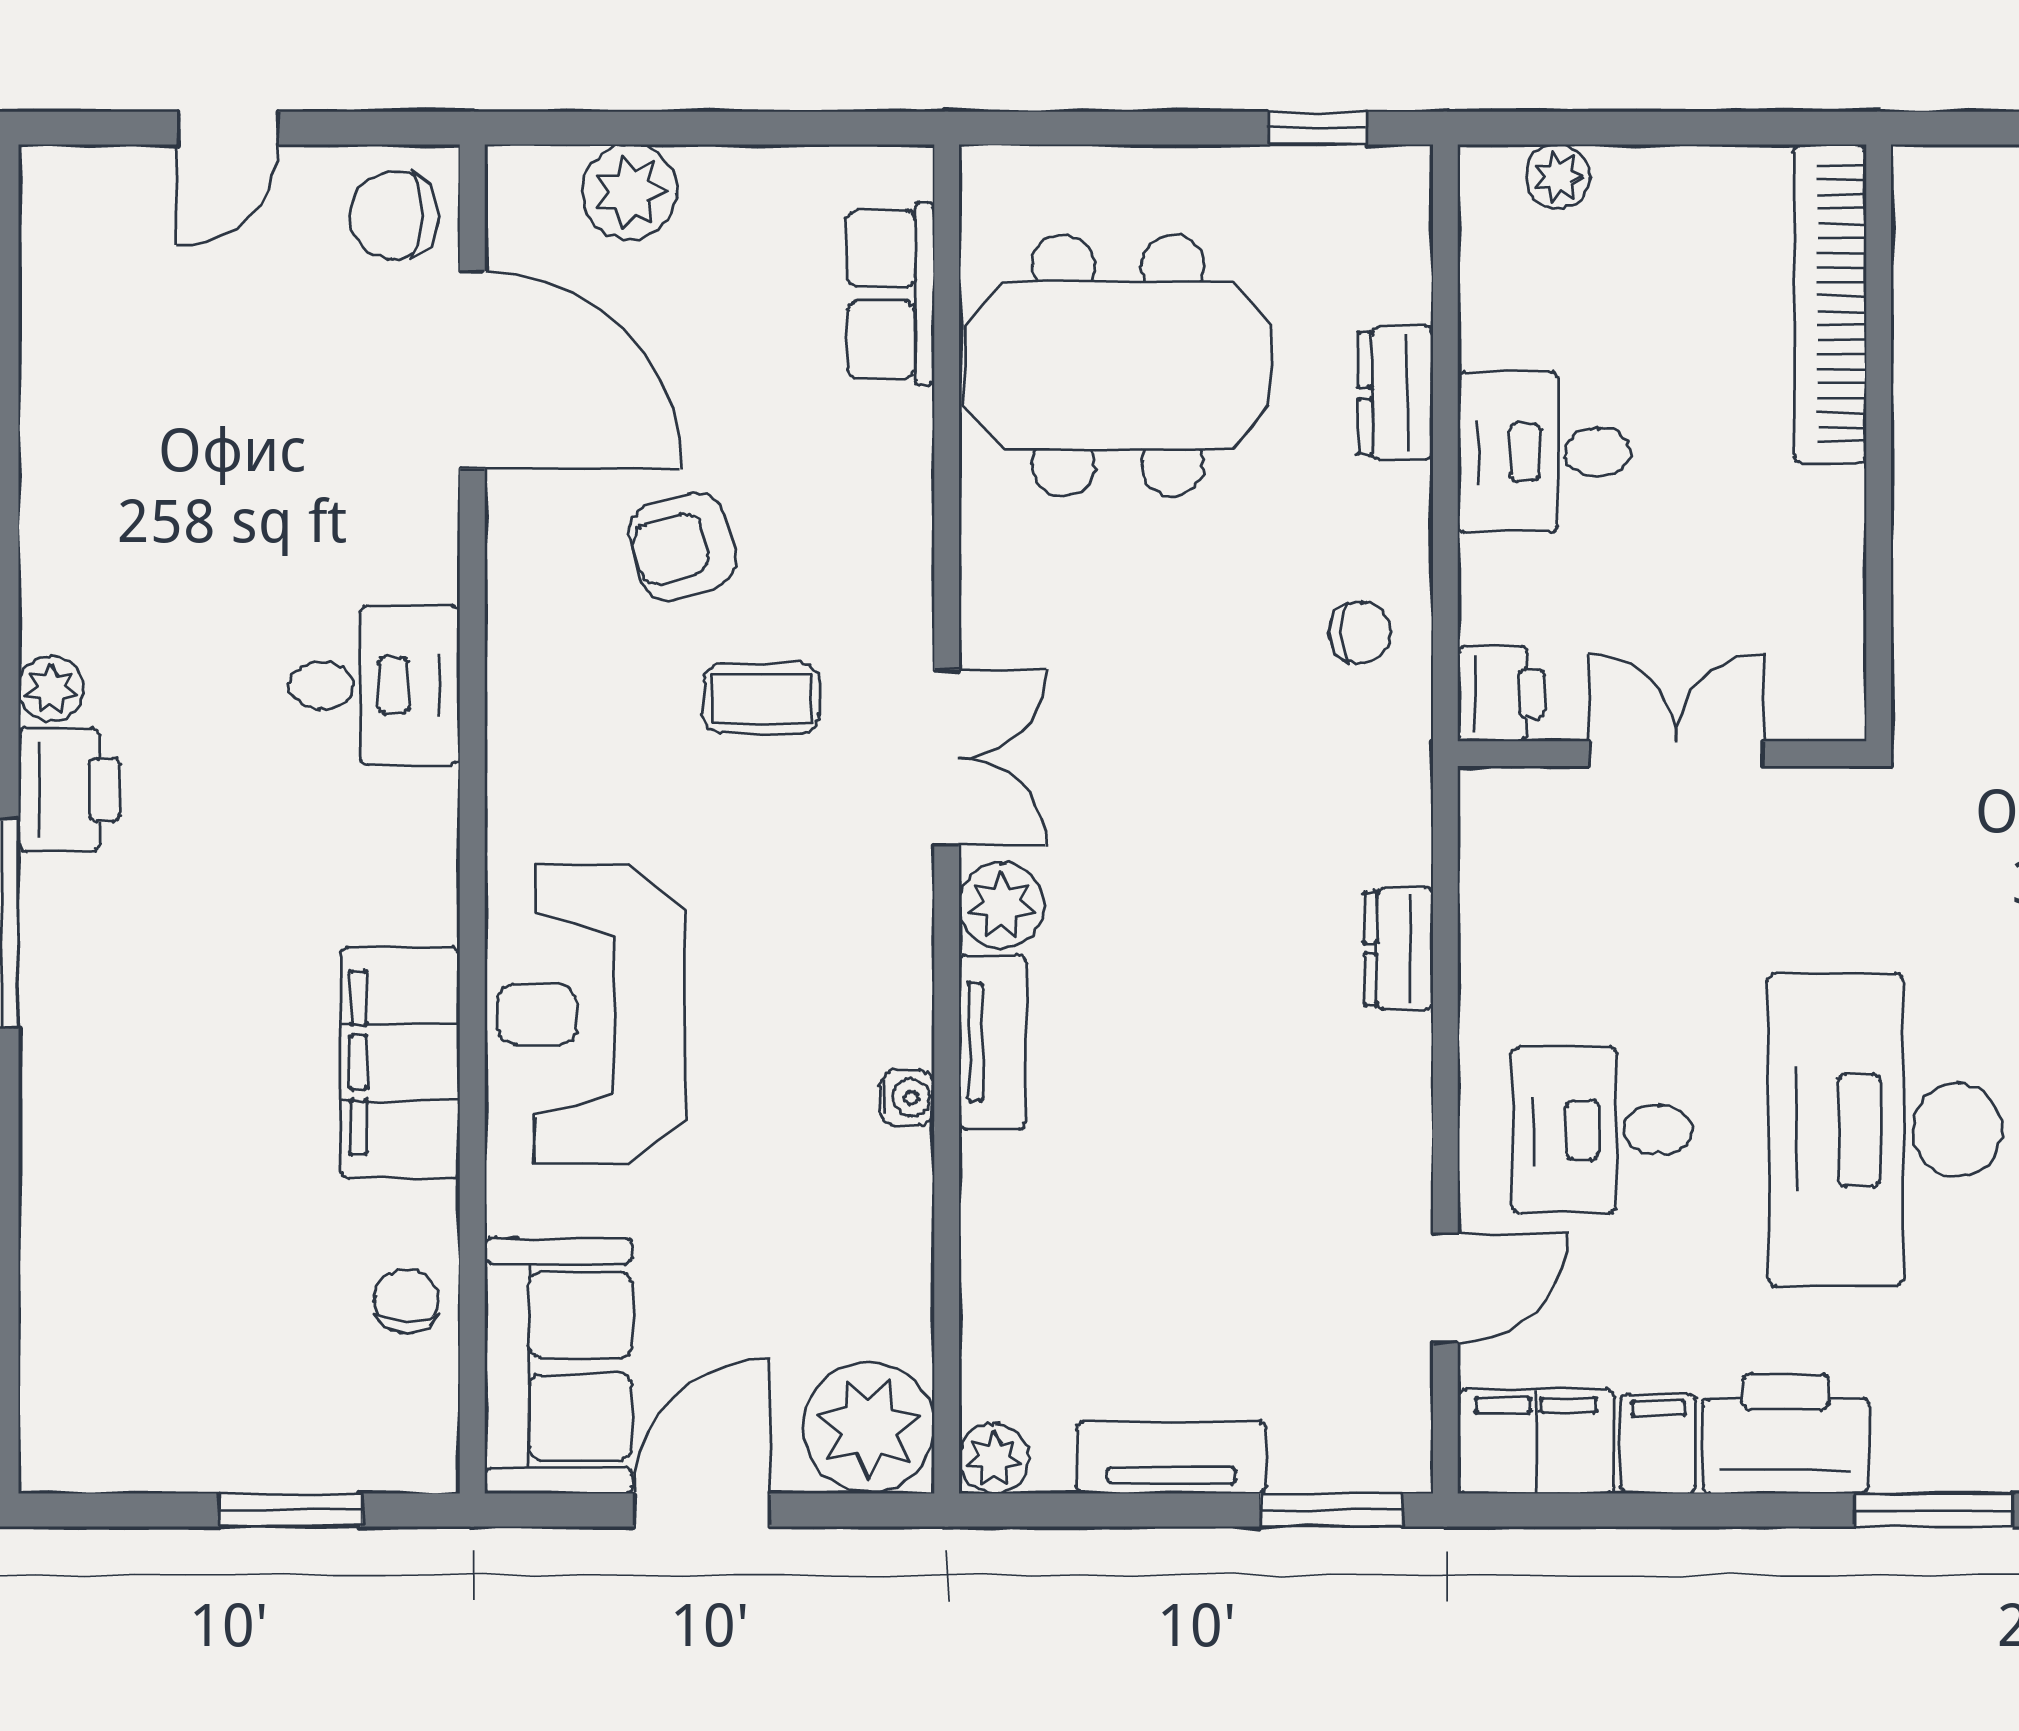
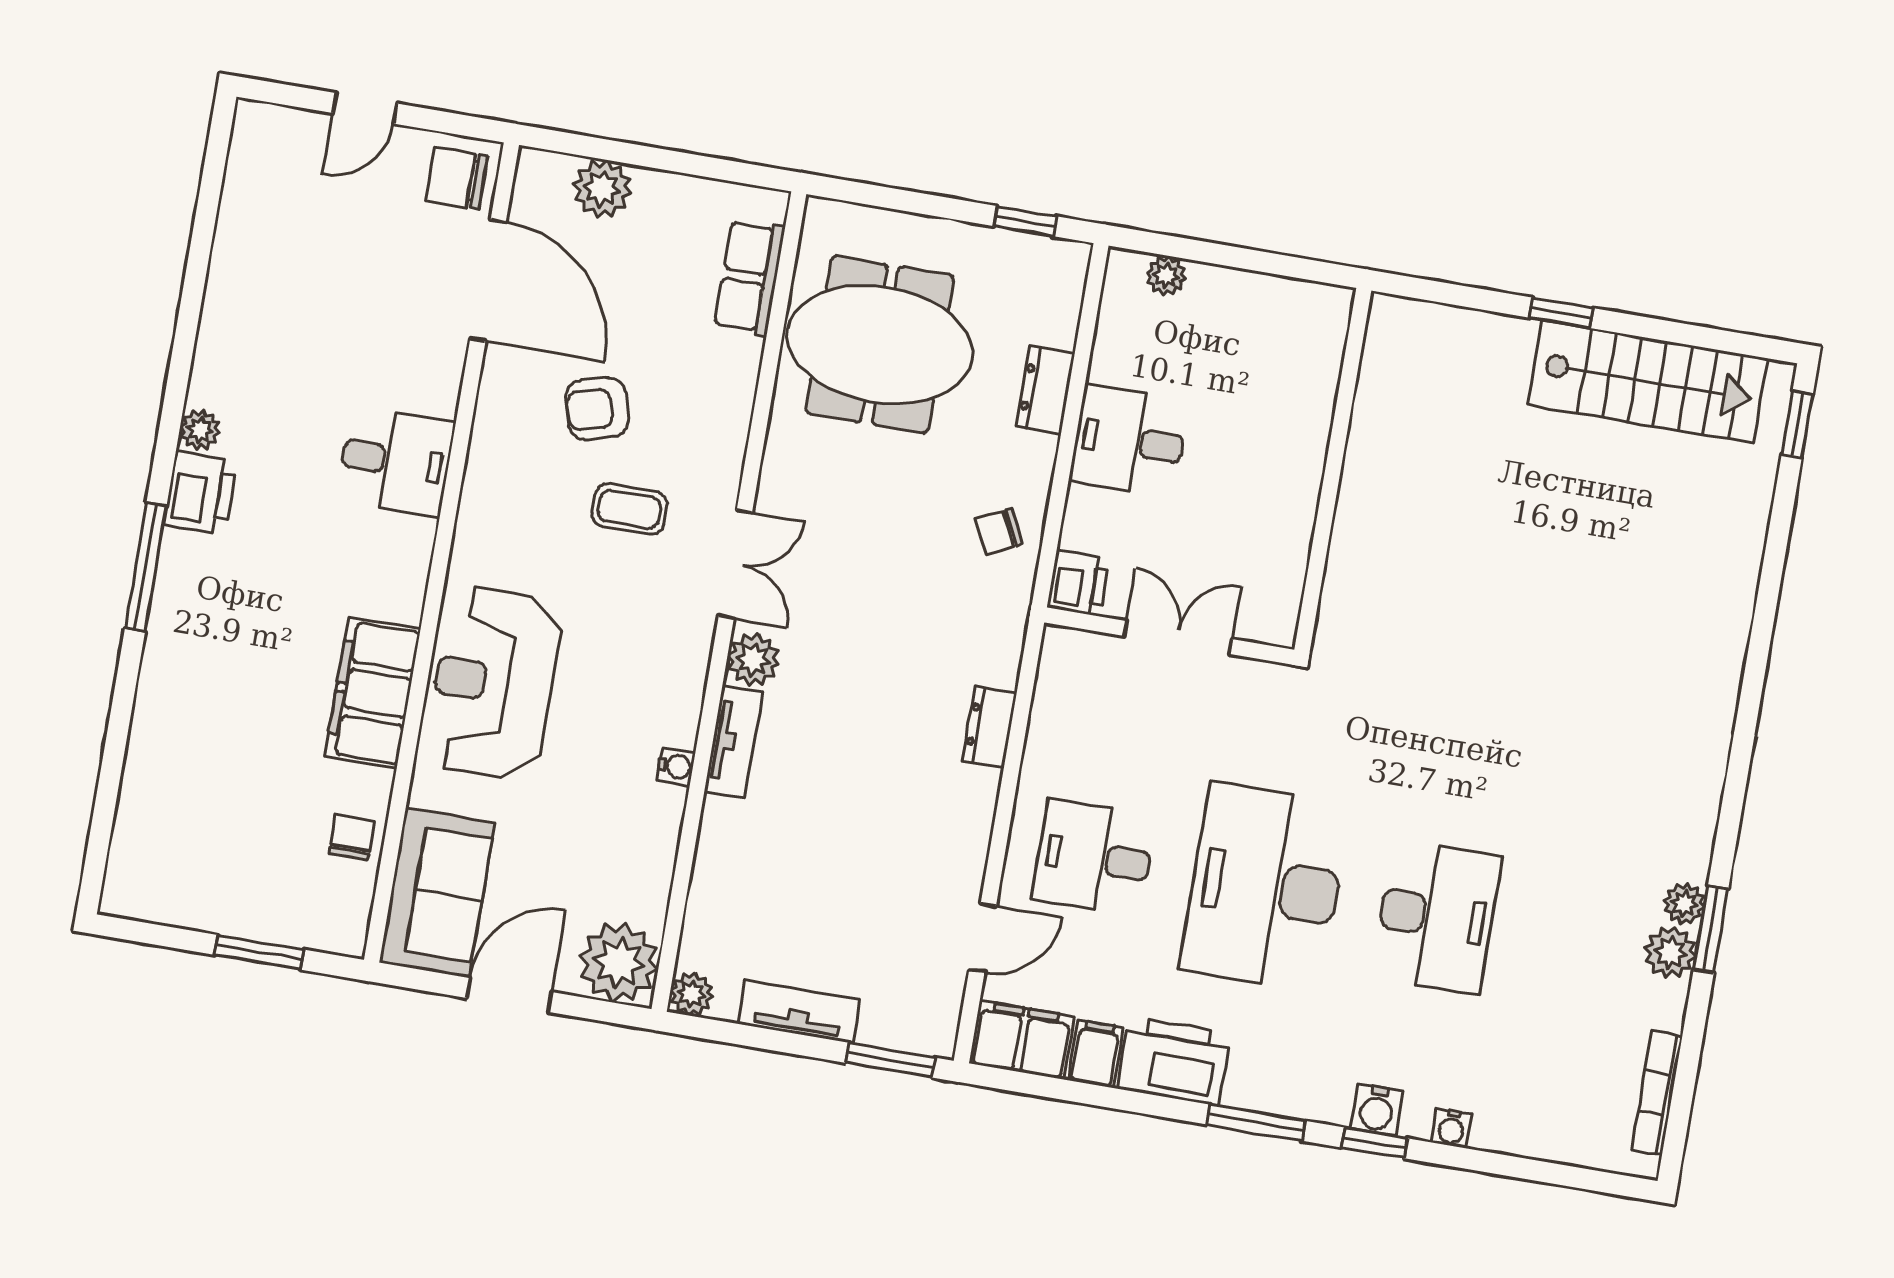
bookcase: (1830, 304) -> (1318, 381), removed
chair: (1360, 632) -> (999, 531), turned 153

